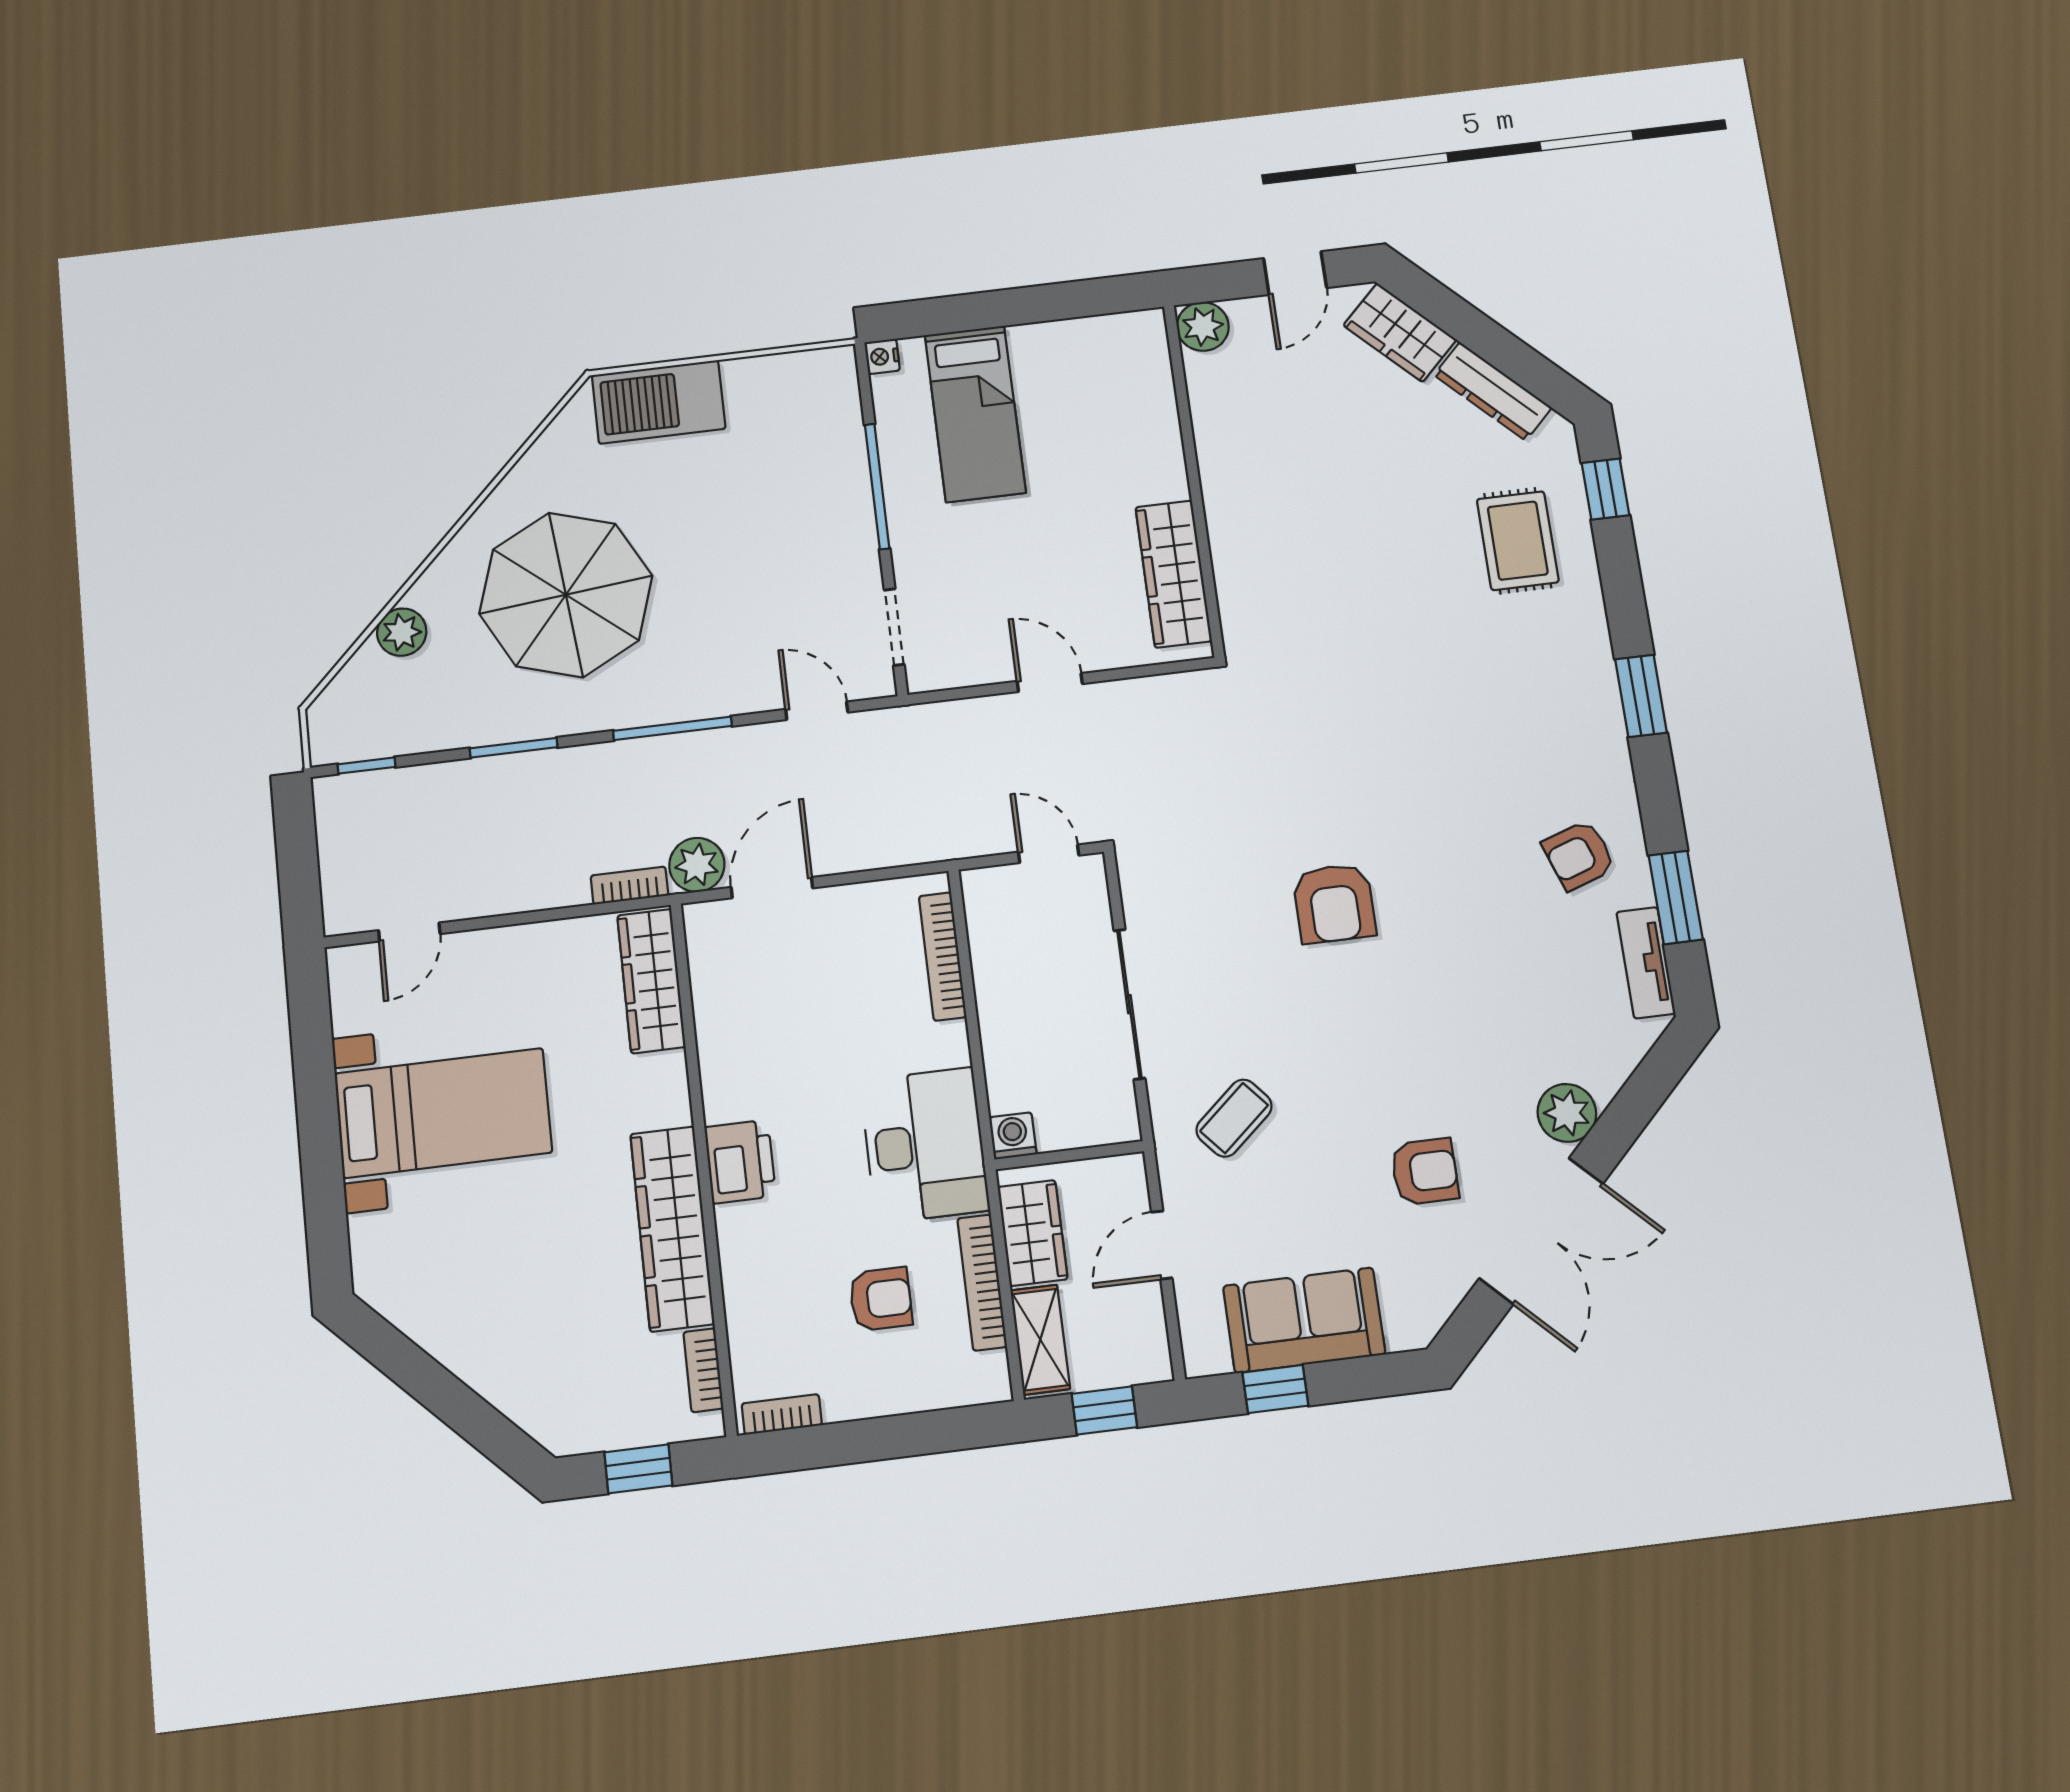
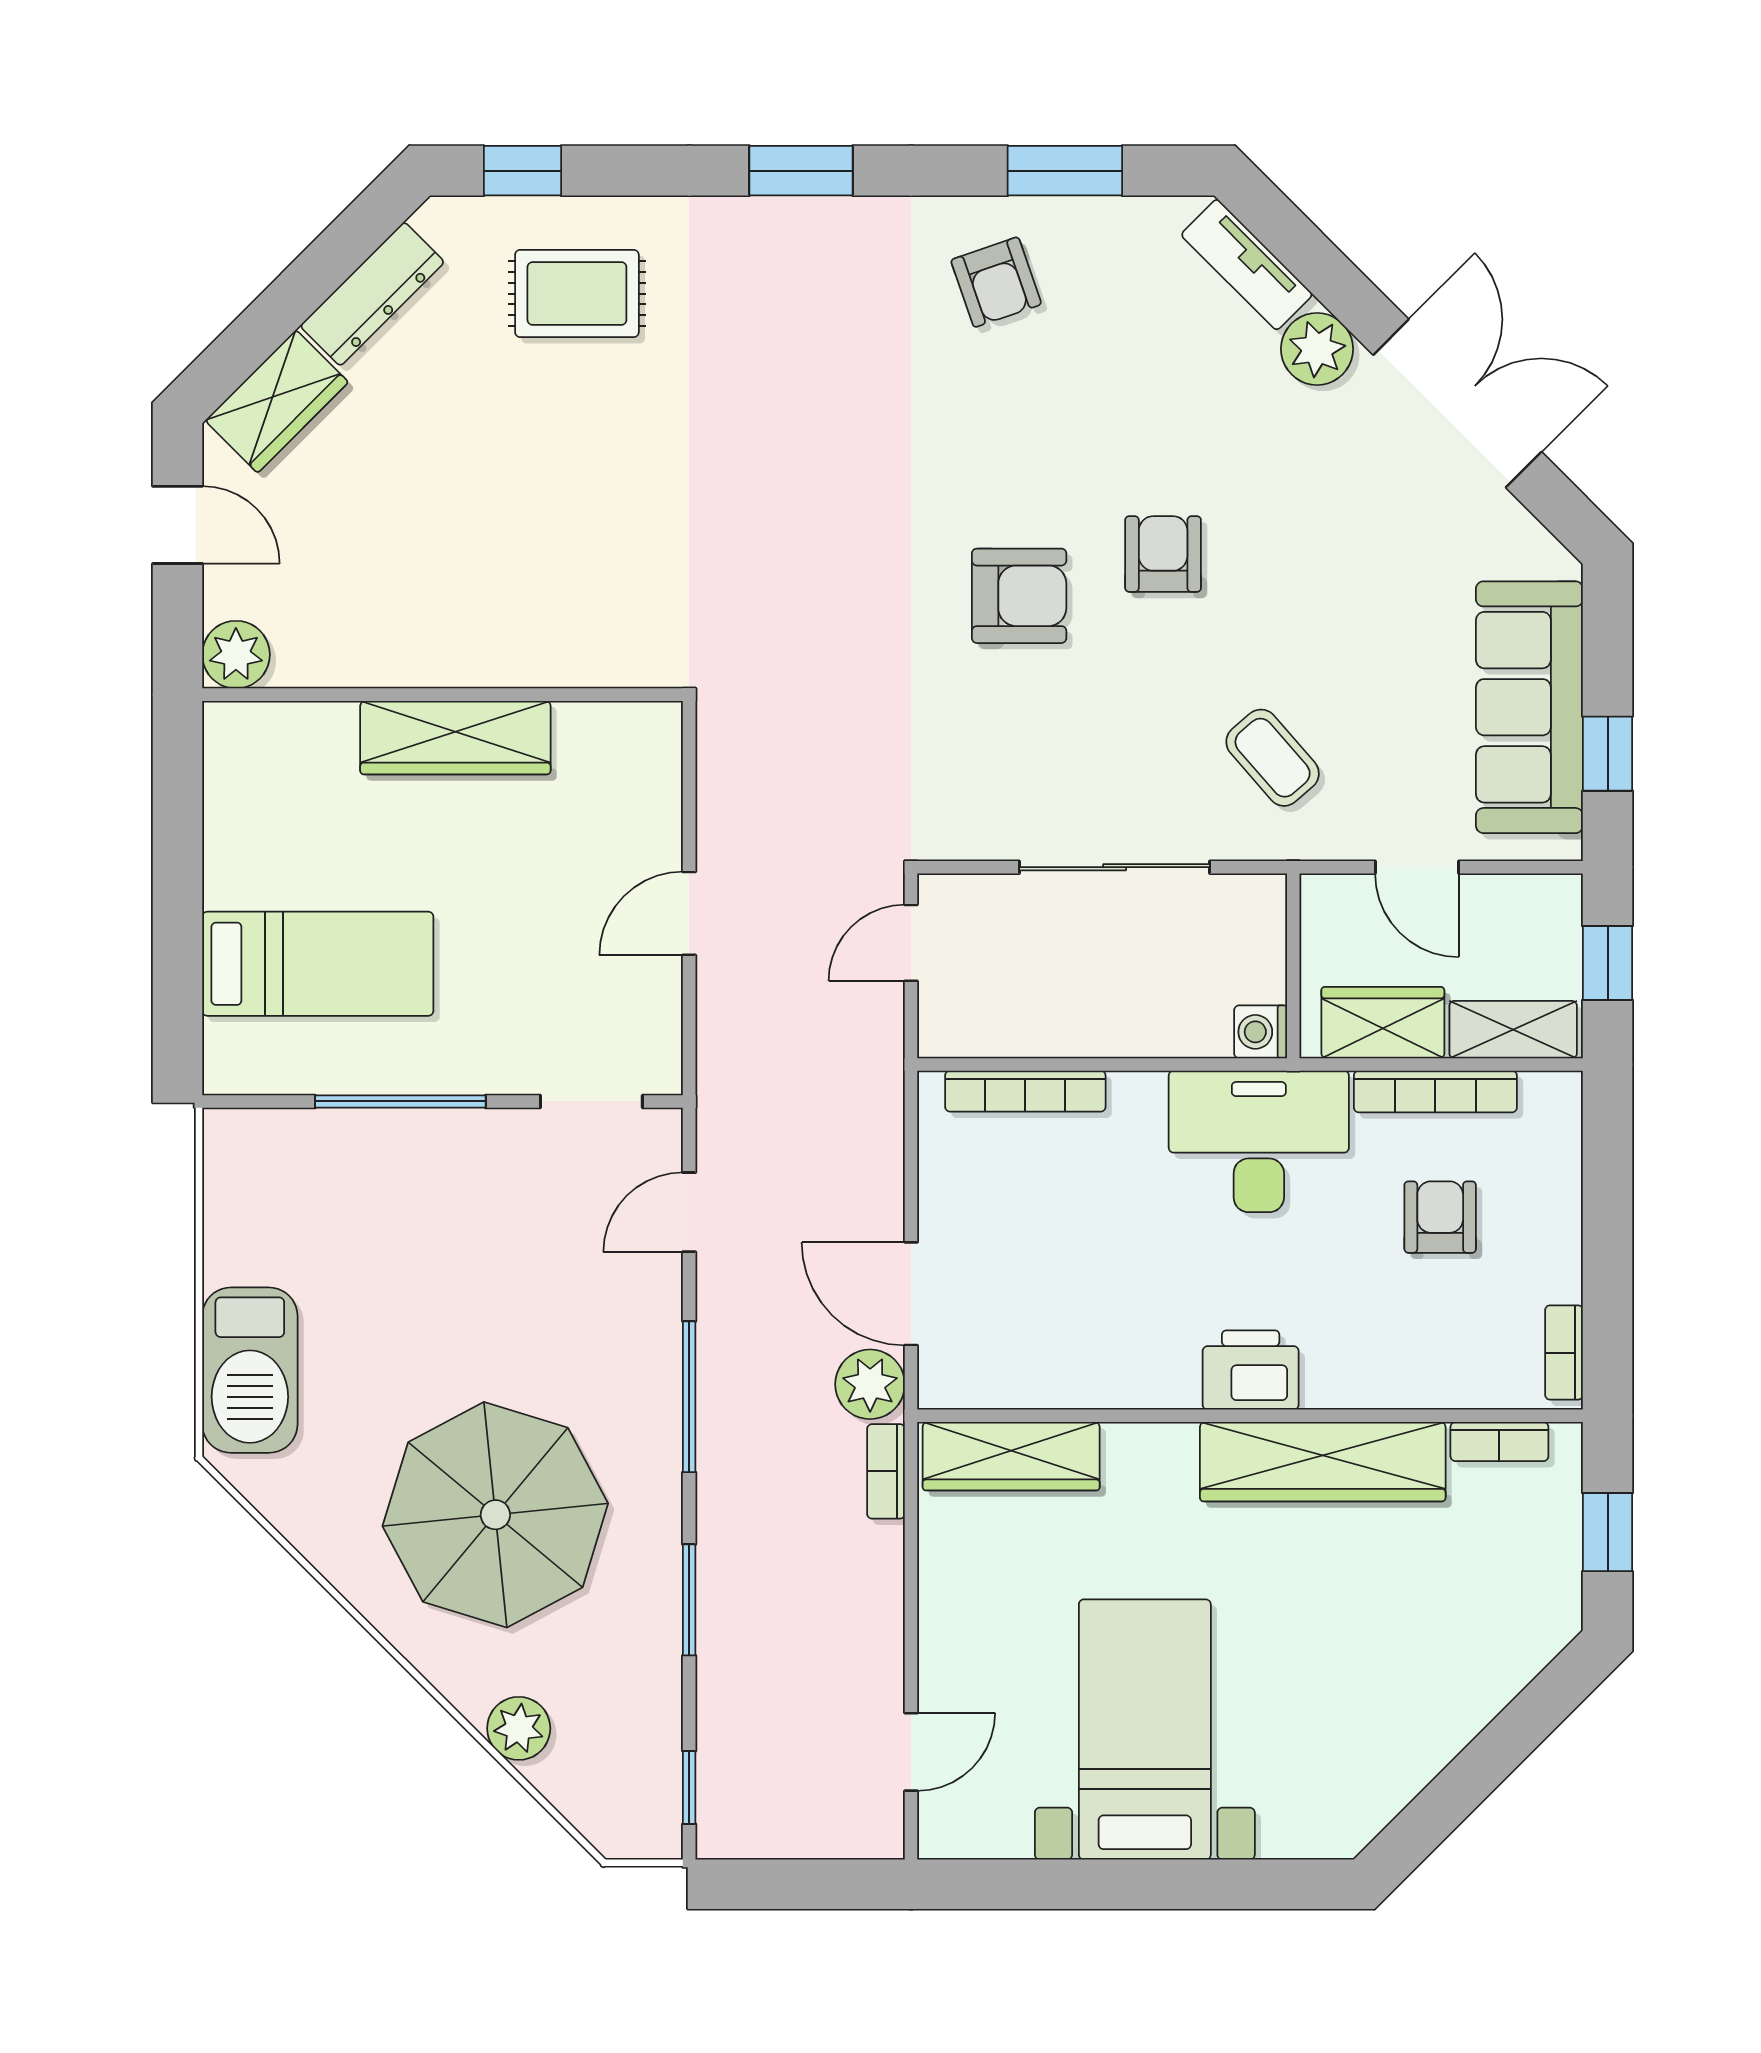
nightstand: (882, 356) -> (224, 1074), removed
wardrobe: (1174, 574) -> (455, 738), moved
door: (409, 932) -> (911, 1752), hinge flipped
tv unit: (1646, 963) -> (1247, 265), moved, turned 45
armchair: (1425, 1172) -> (1163, 554), moved
sofa: (1304, 1320) -> (1529, 707), width x1.36

